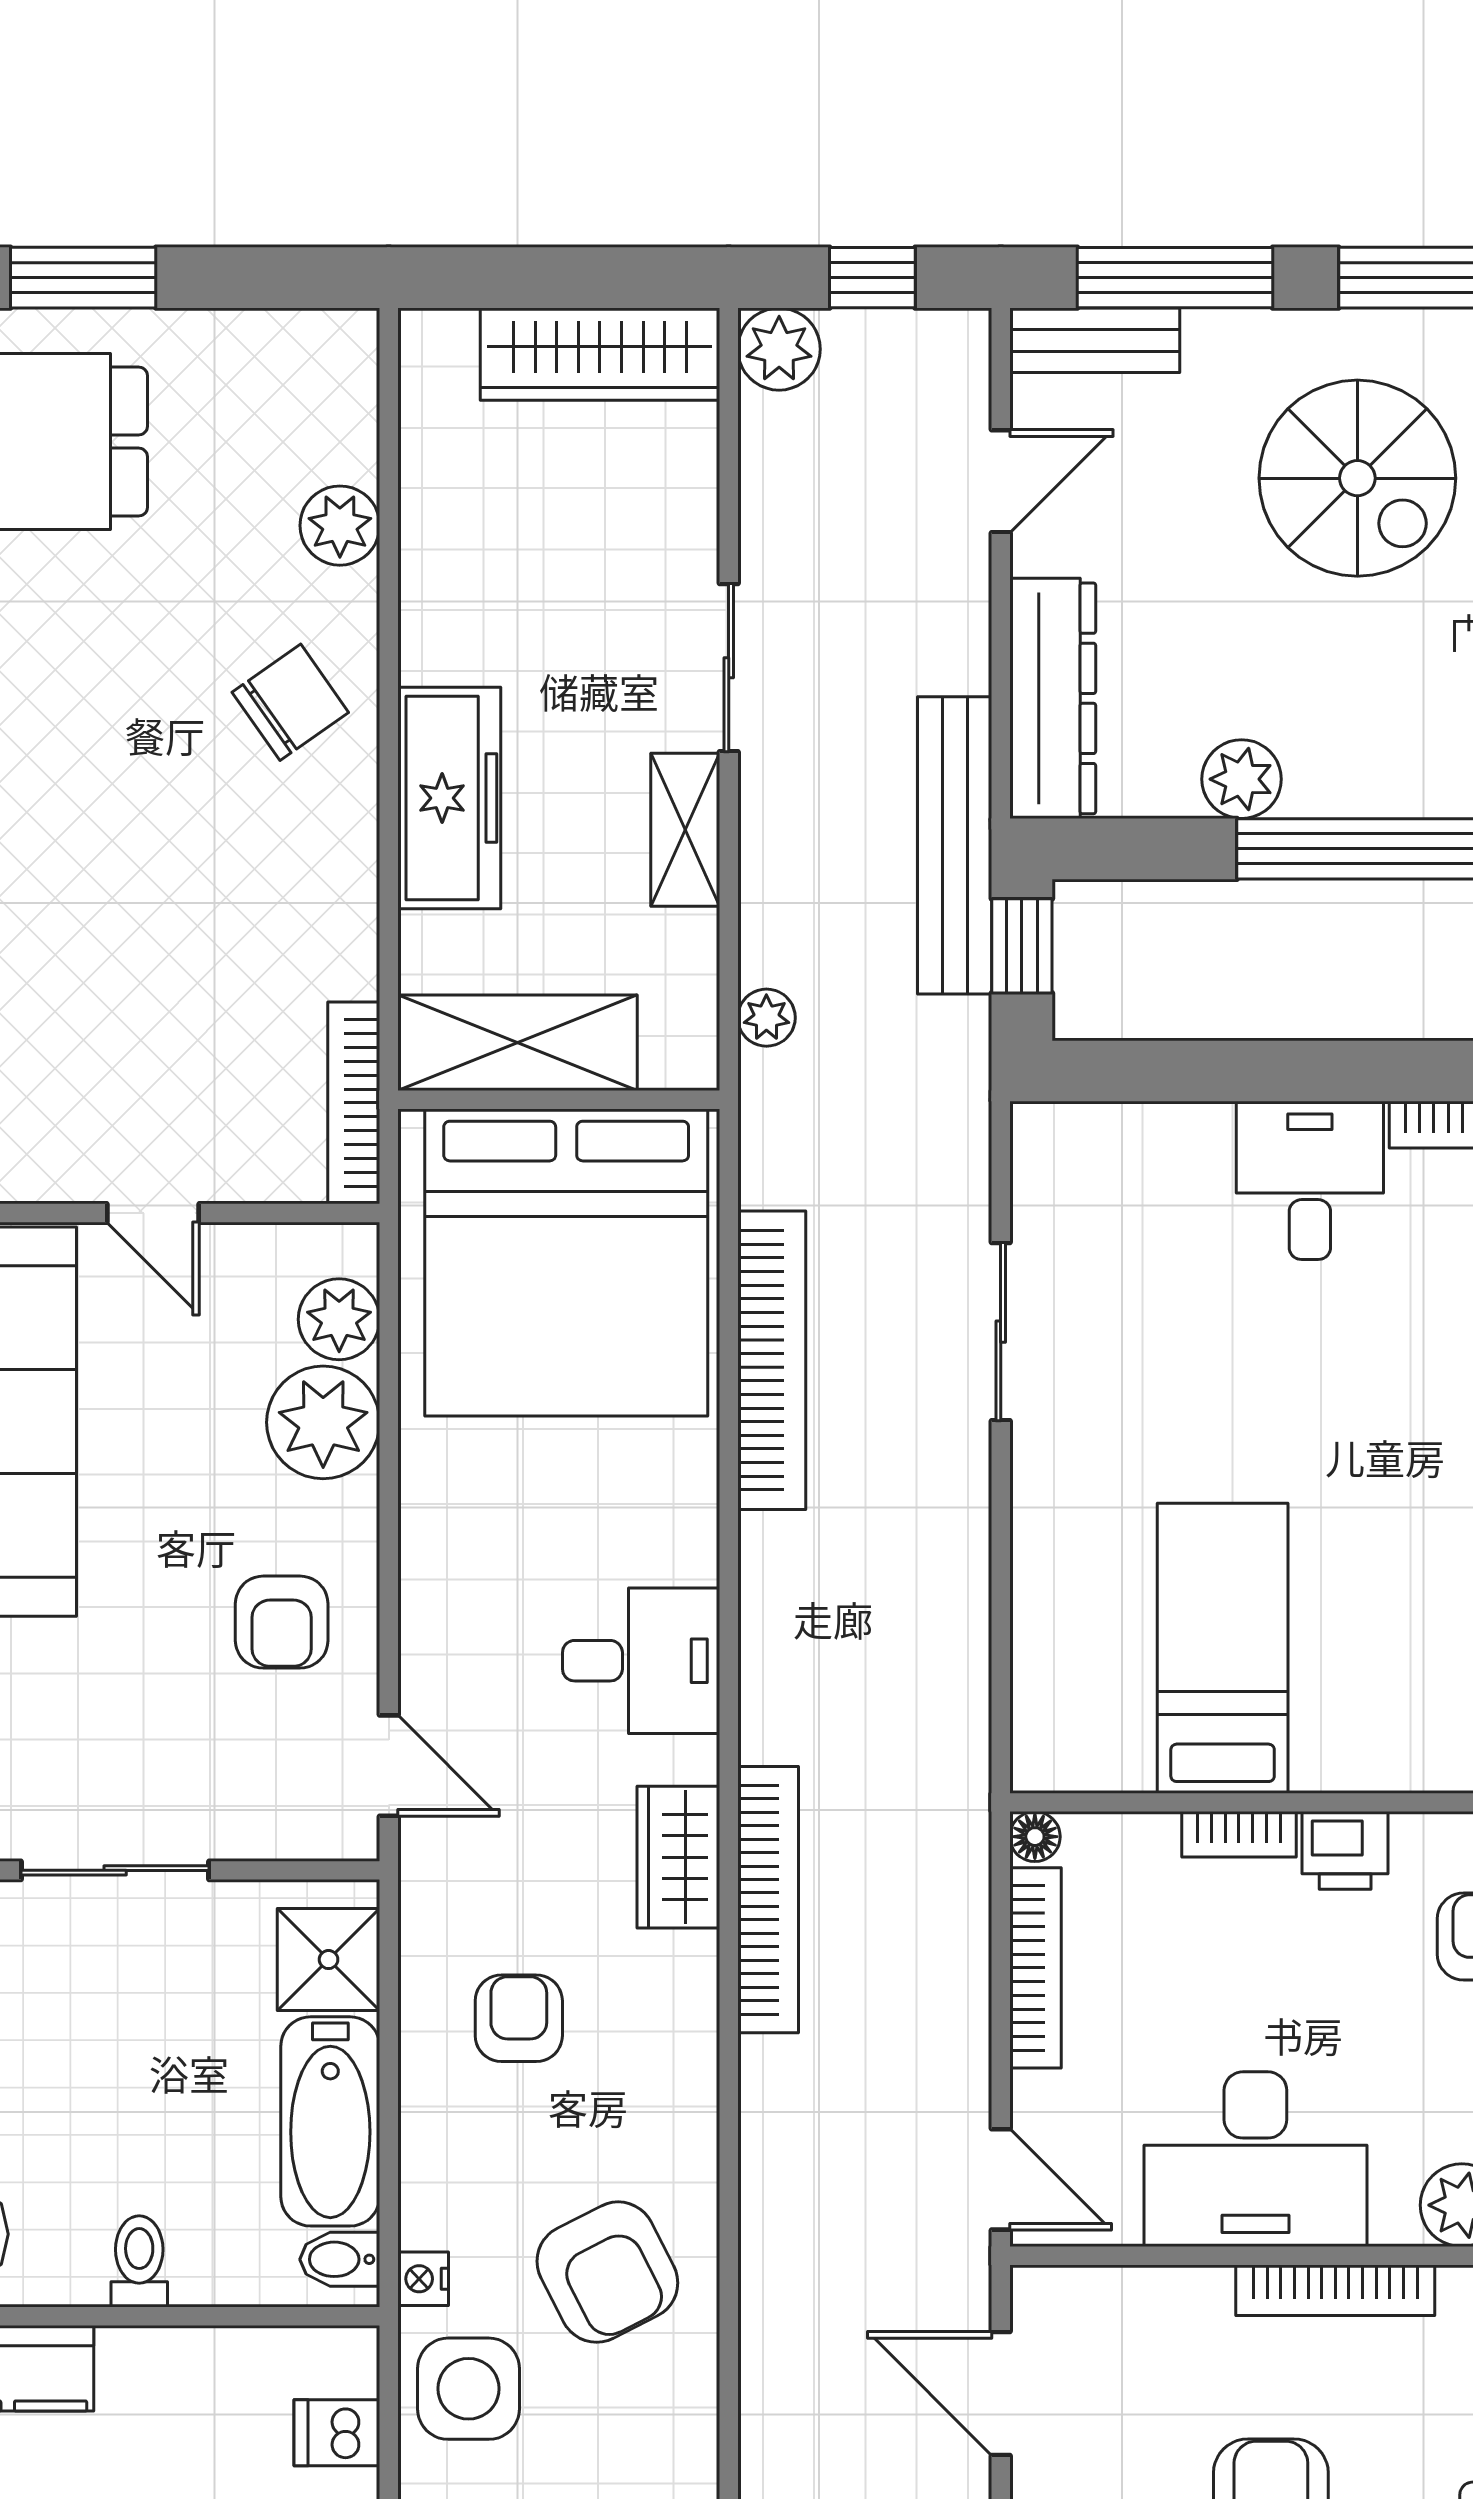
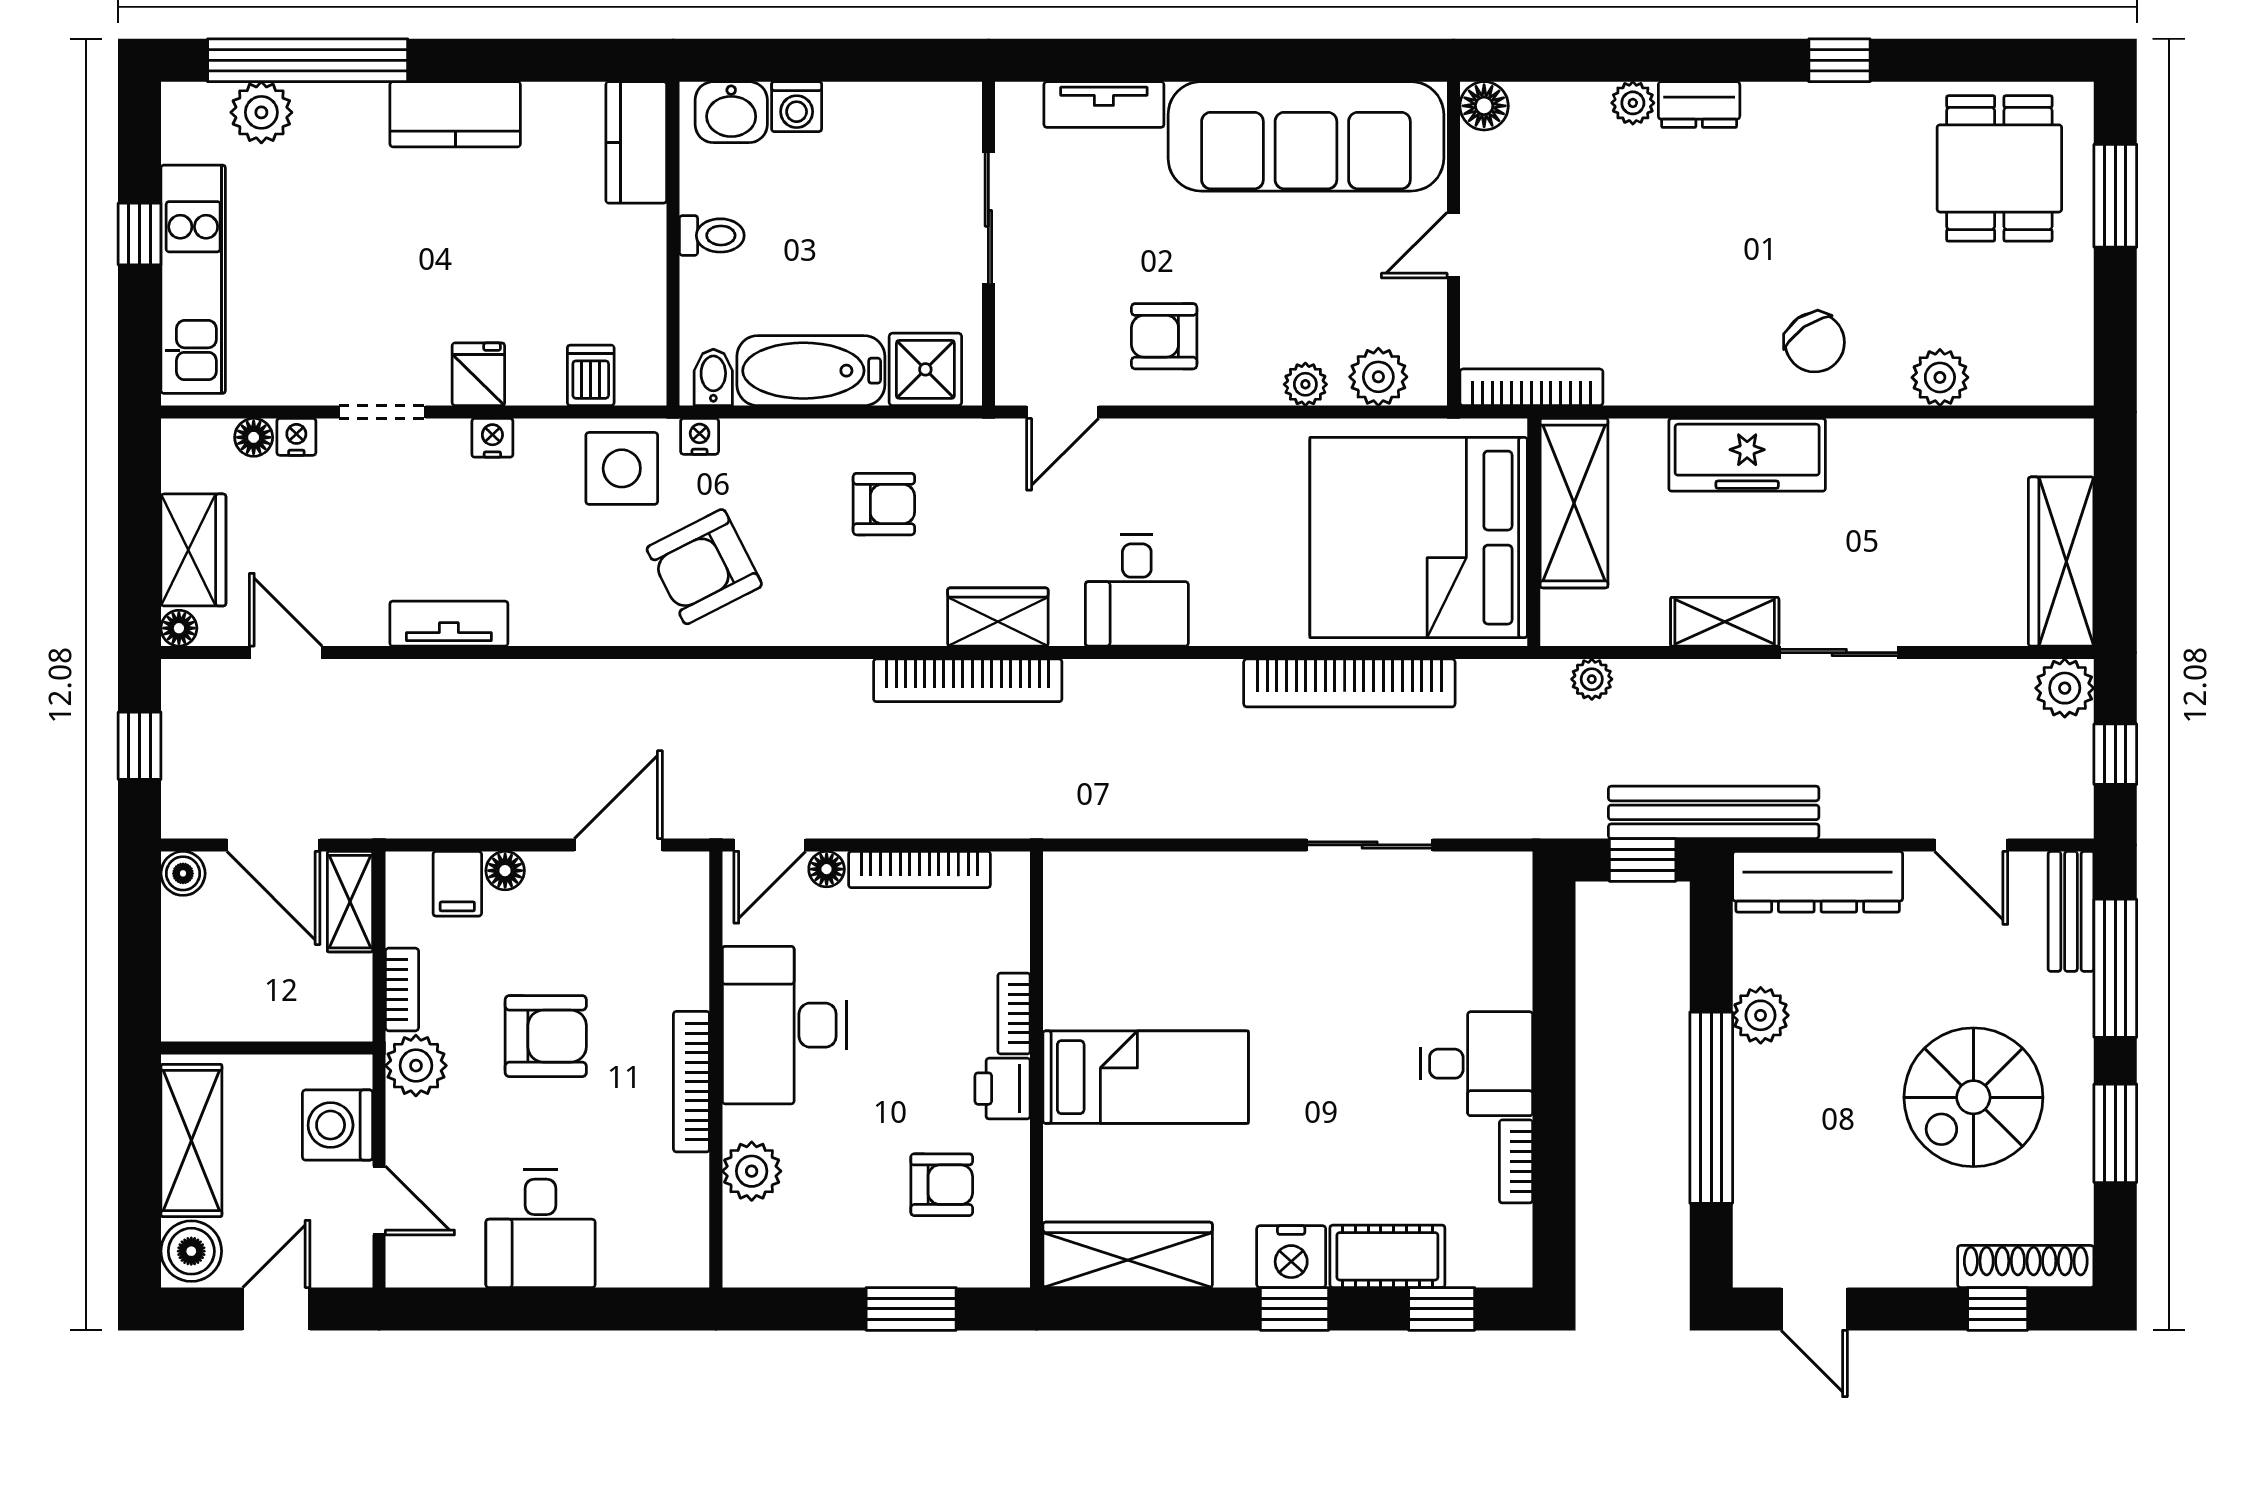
plant: (323, 1422) -> (1305, 384), width x0.53, depth x0.53
bed: (1223, 1648) -> (1146, 1077), moved
floor lamp: (1035, 1837) -> (827, 869), moved

